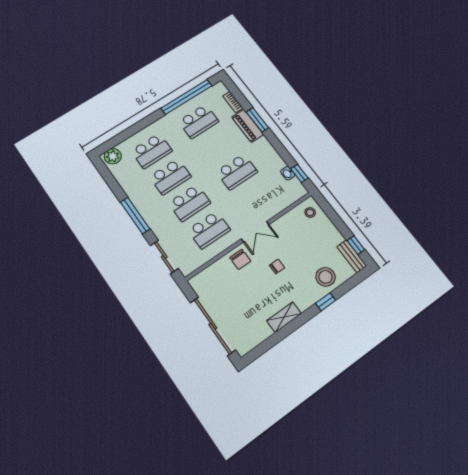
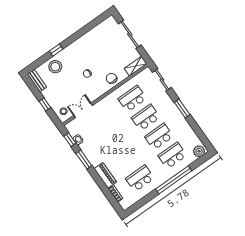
window: (187, 97) -> (174, 180), moved
window: (257, 120) -> (84, 160), moved
school desk: (237, 172) -> (113, 140), removed
window: (135, 215) -> (182, 108), width x0.69
double door: (255, 232) -> (83, 110), moved
window: (356, 245) -> (45, 104), moved
shelving: (284, 317) -> (136, 66), moved
sliding door: (213, 326) -> (130, 34), width x0.73

